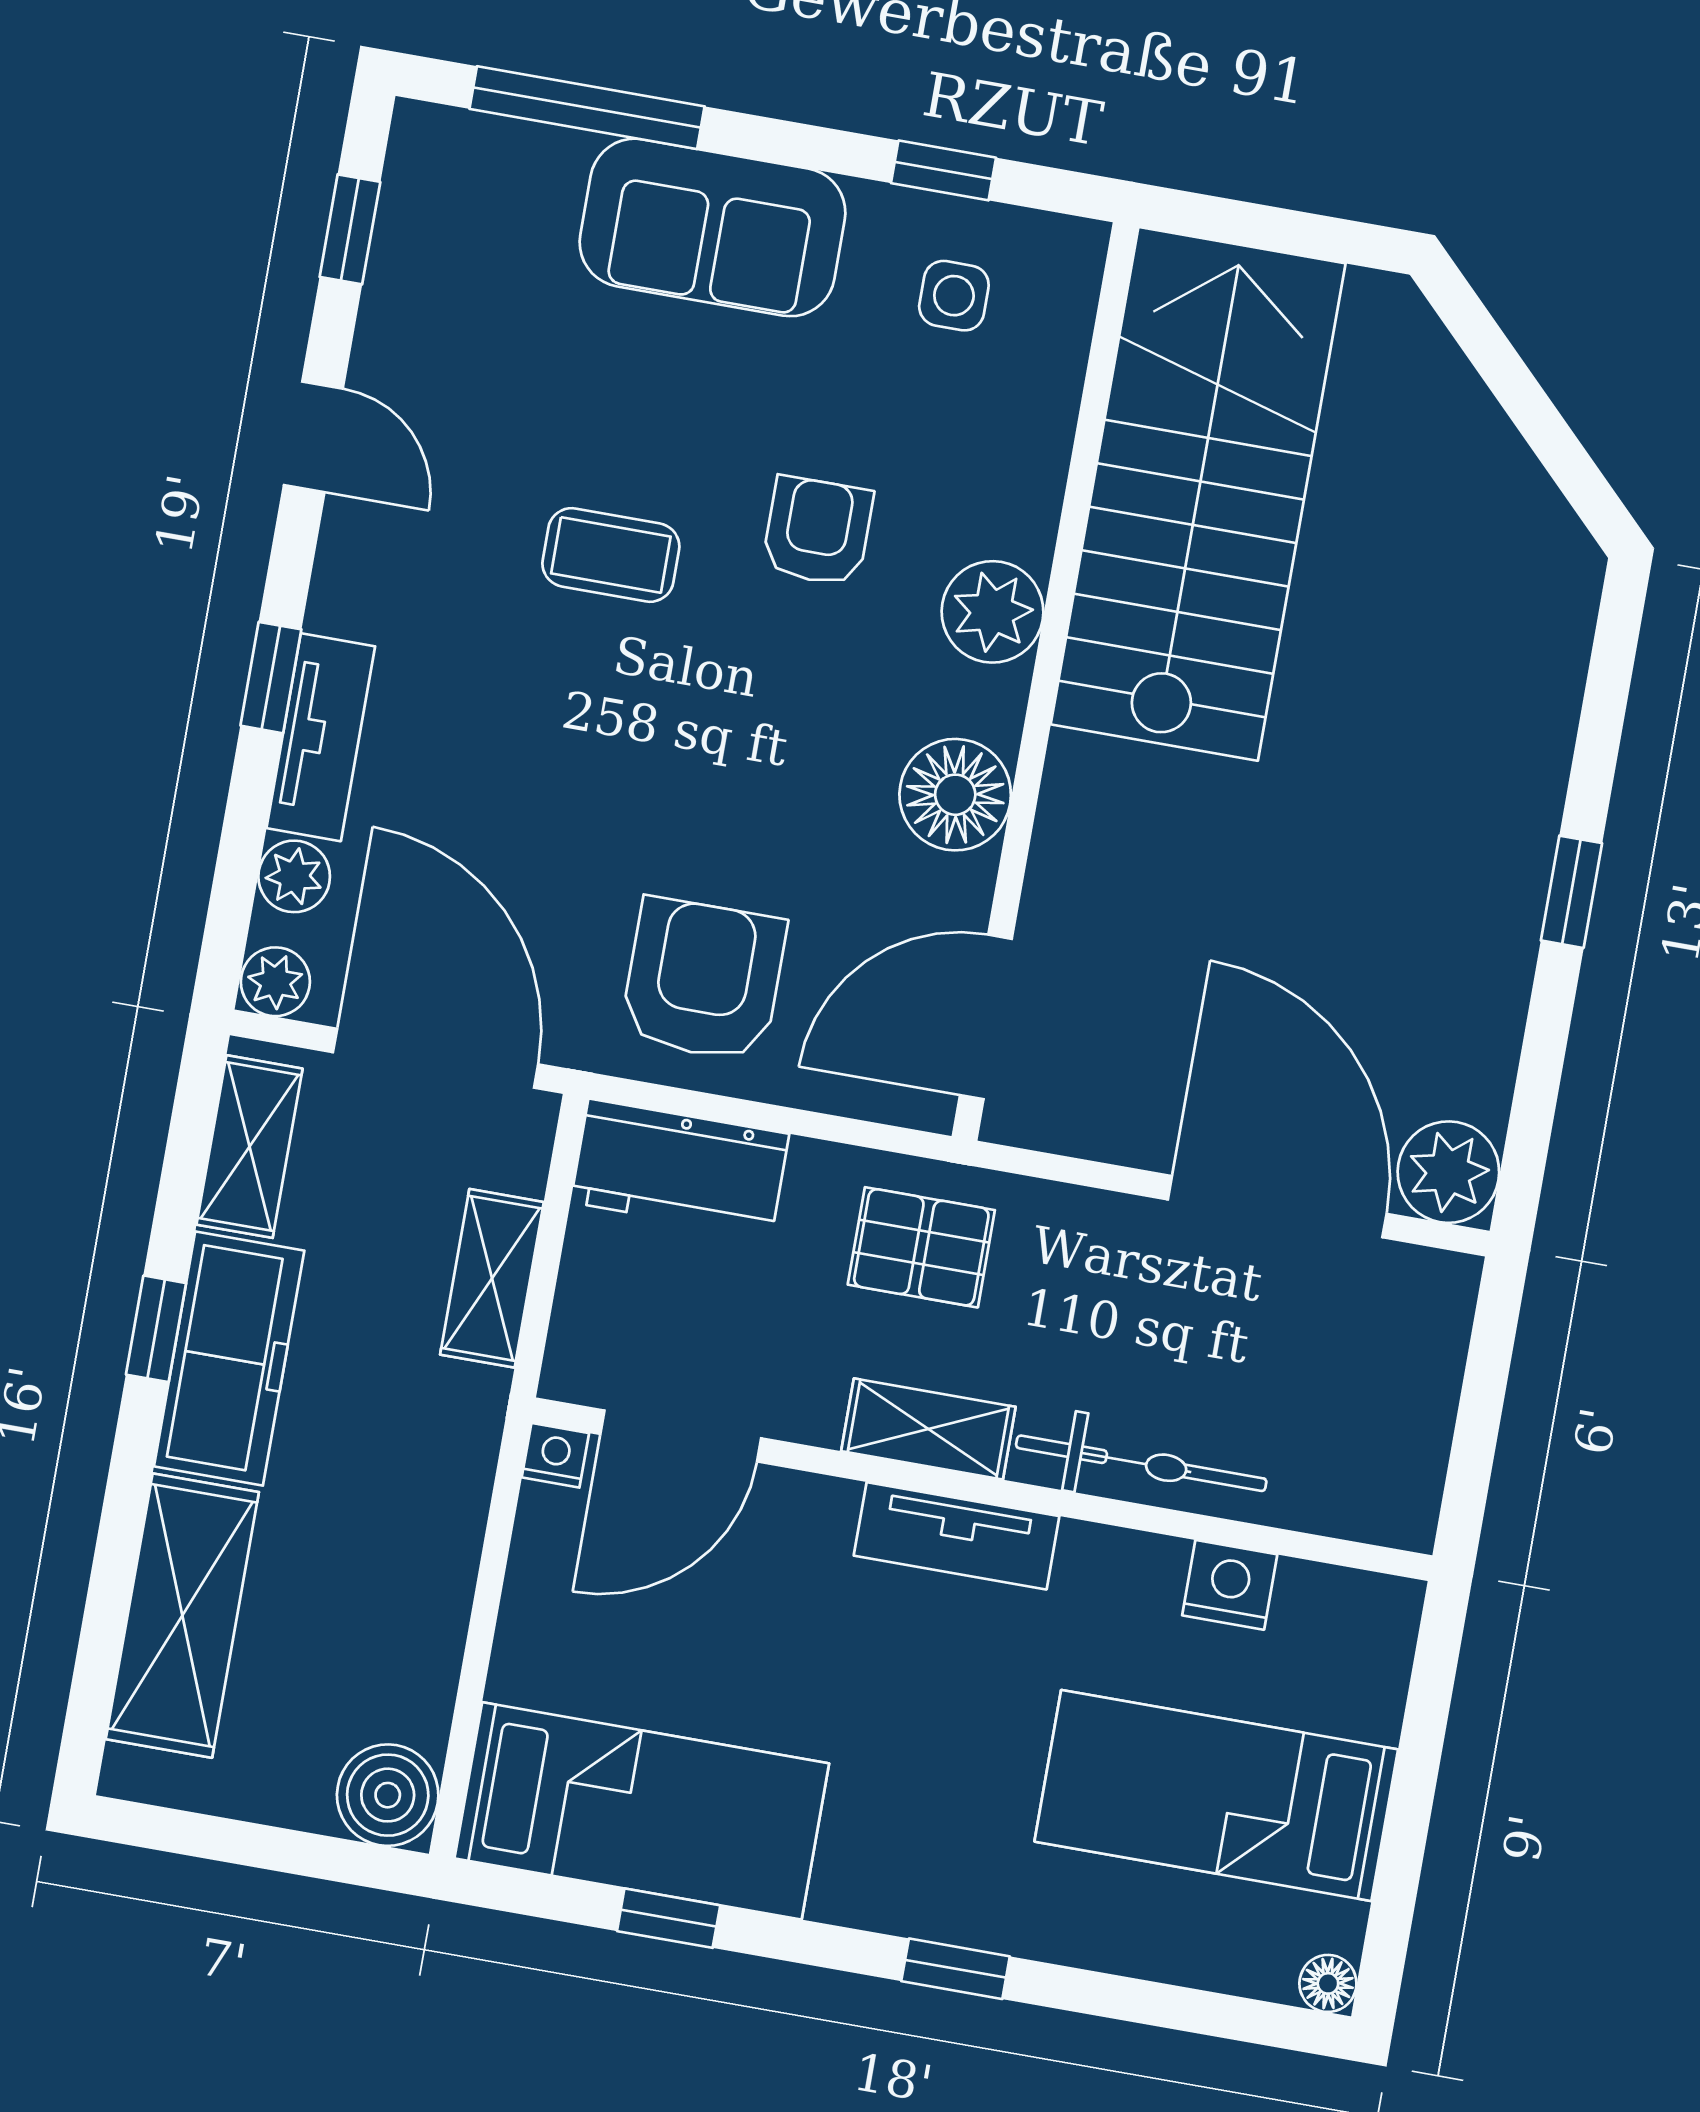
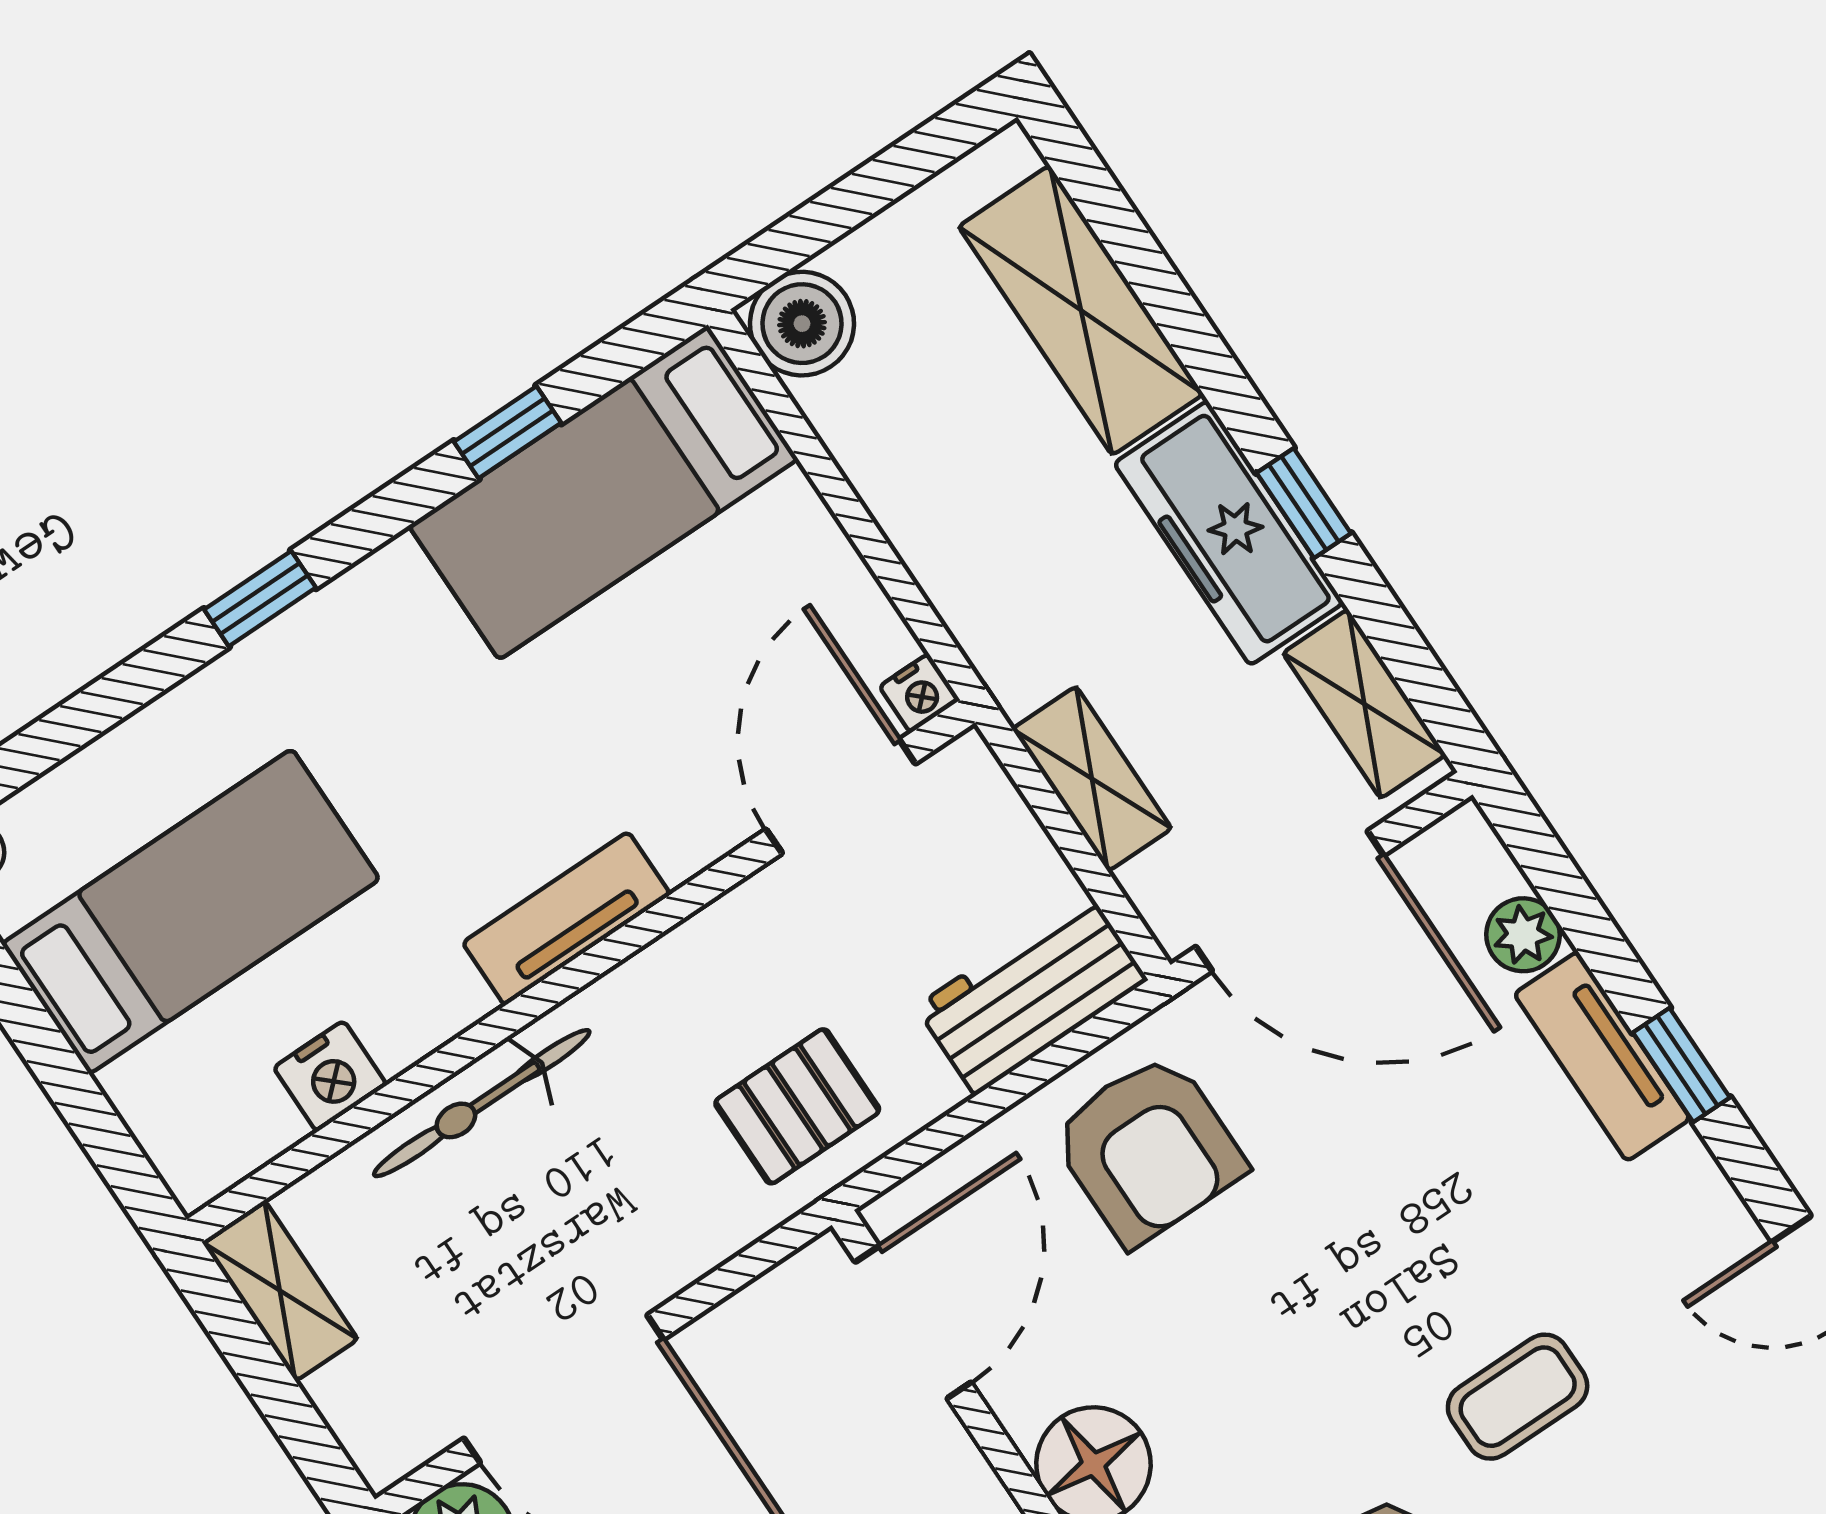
plant: (275, 982) -> (1462, 844), removed
shelving: (928, 1429) -> (280, 1291), moved, turned 90

